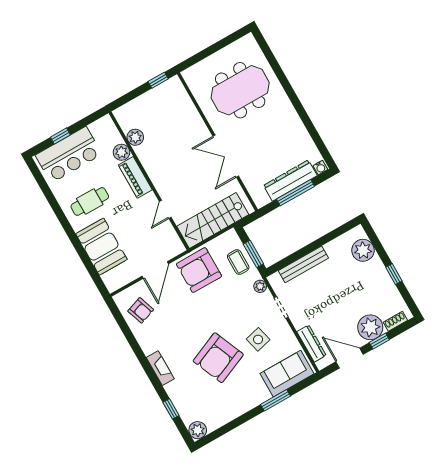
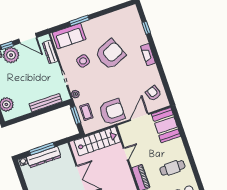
booth: (101, 247) -> (166, 125), moved
plant: (198, 430) -> (132, 11), removed

